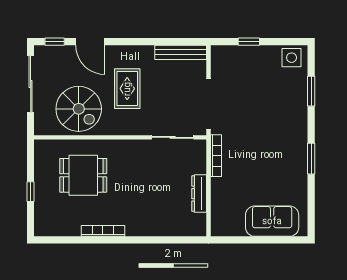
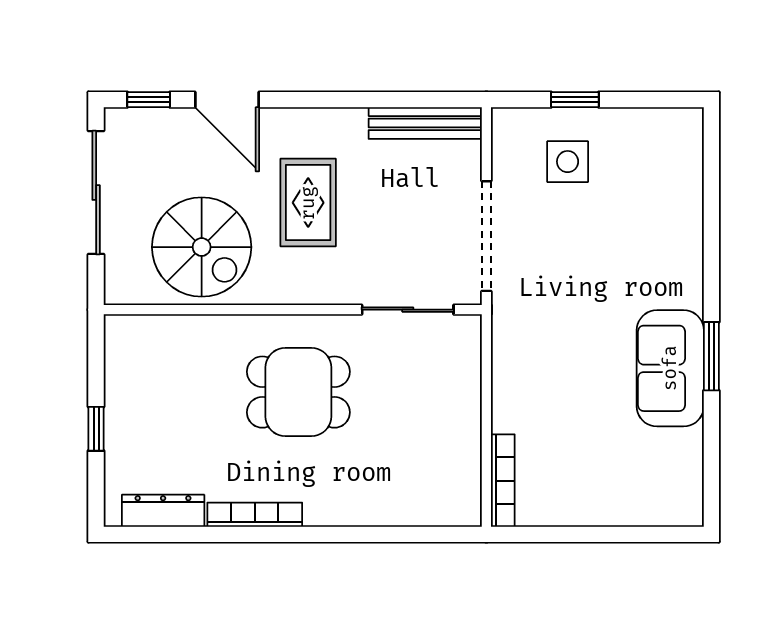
side table: (292, 58) -> (568, 162), moved
window: (311, 91) -> (711, 208), removed
bookcase: (216, 156) -> (503, 481), moved
dining table: (83, 175) -> (298, 392), moved
dresser: (199, 194) -> (163, 511), moved, turned 90
sofa: (272, 221) -> (670, 368), moved, turned -90

